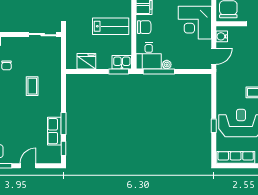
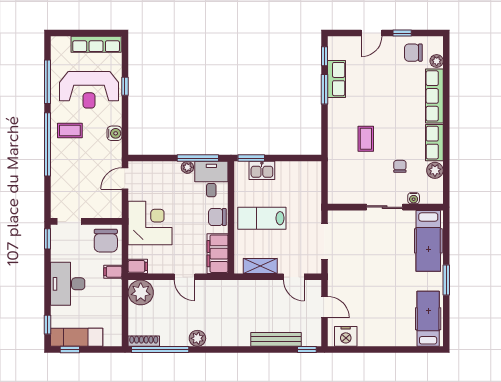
sliding door: (43, 35) -> (385, 207), moved
water cooler: (222, 36) -> (114, 133), moved
fridge: (86, 61) -> (294, 172), removed
kitchen sink: (122, 62) -> (262, 170), moved

